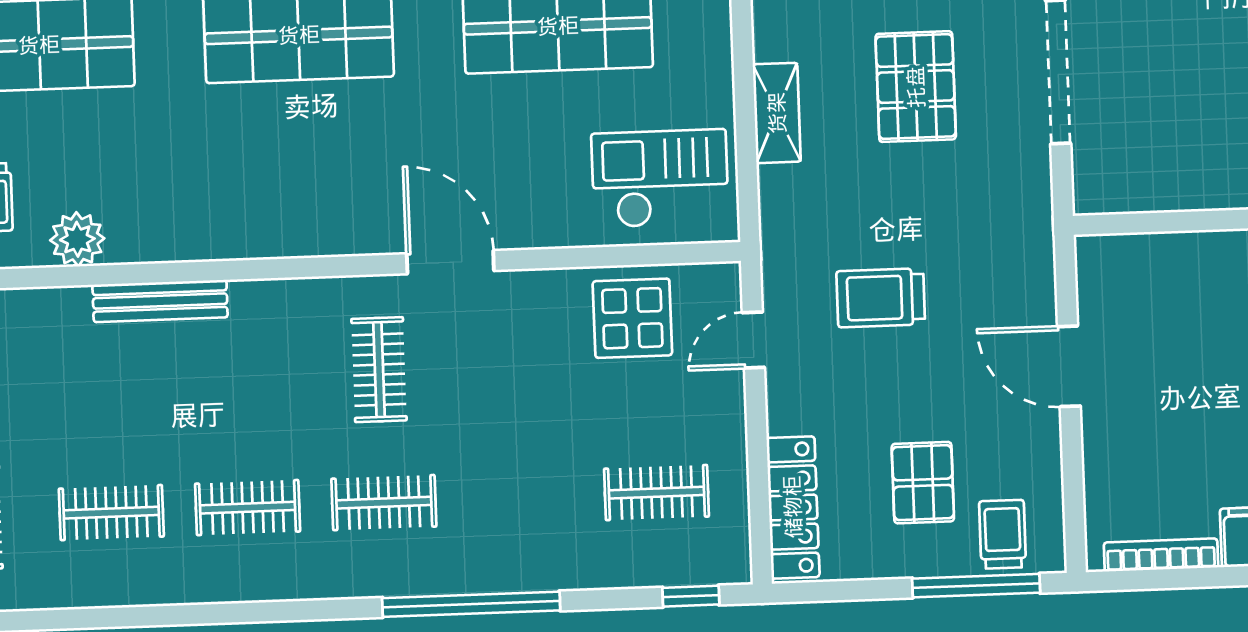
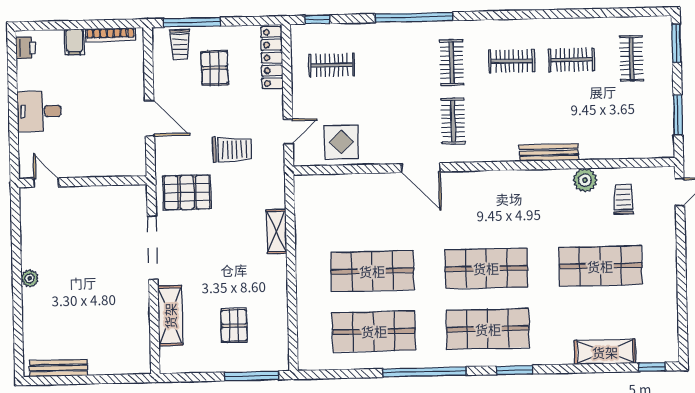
pallet: (916, 87) -> (187, 192), moved, turned 90
checkout: (660, 179) -> (328, 203), removed
clothes rail: (384, 503) -> (452, 62), turned 90

